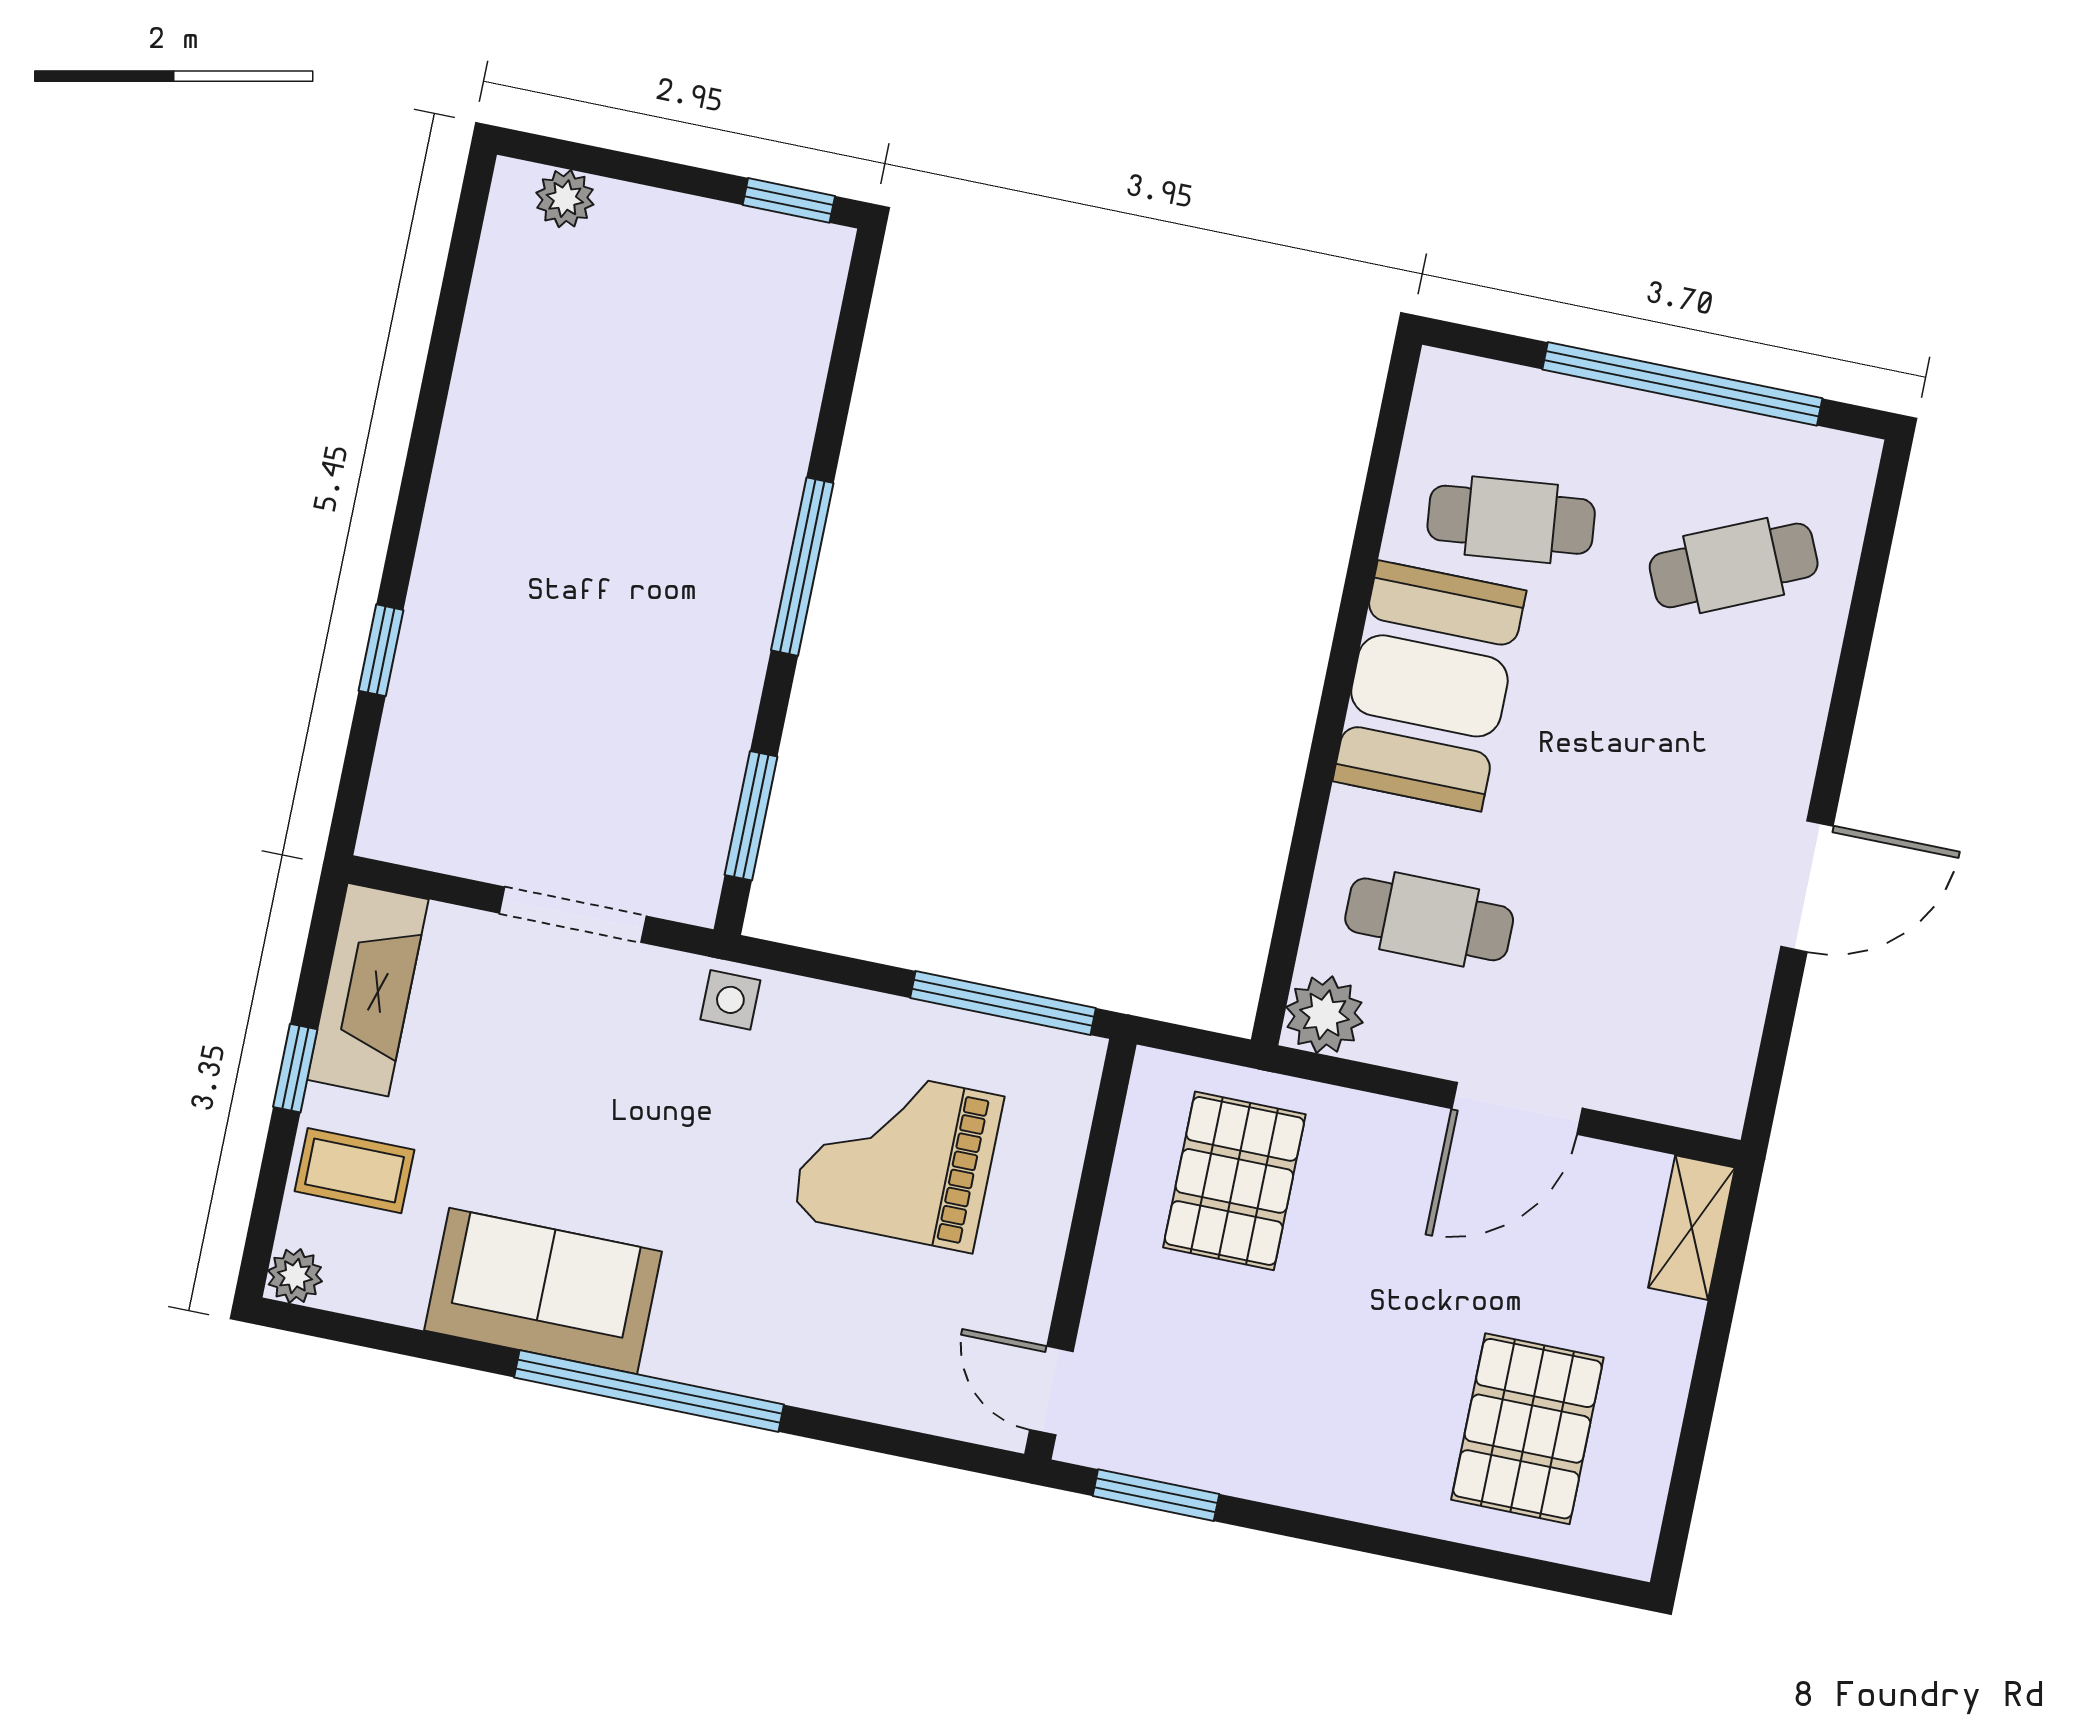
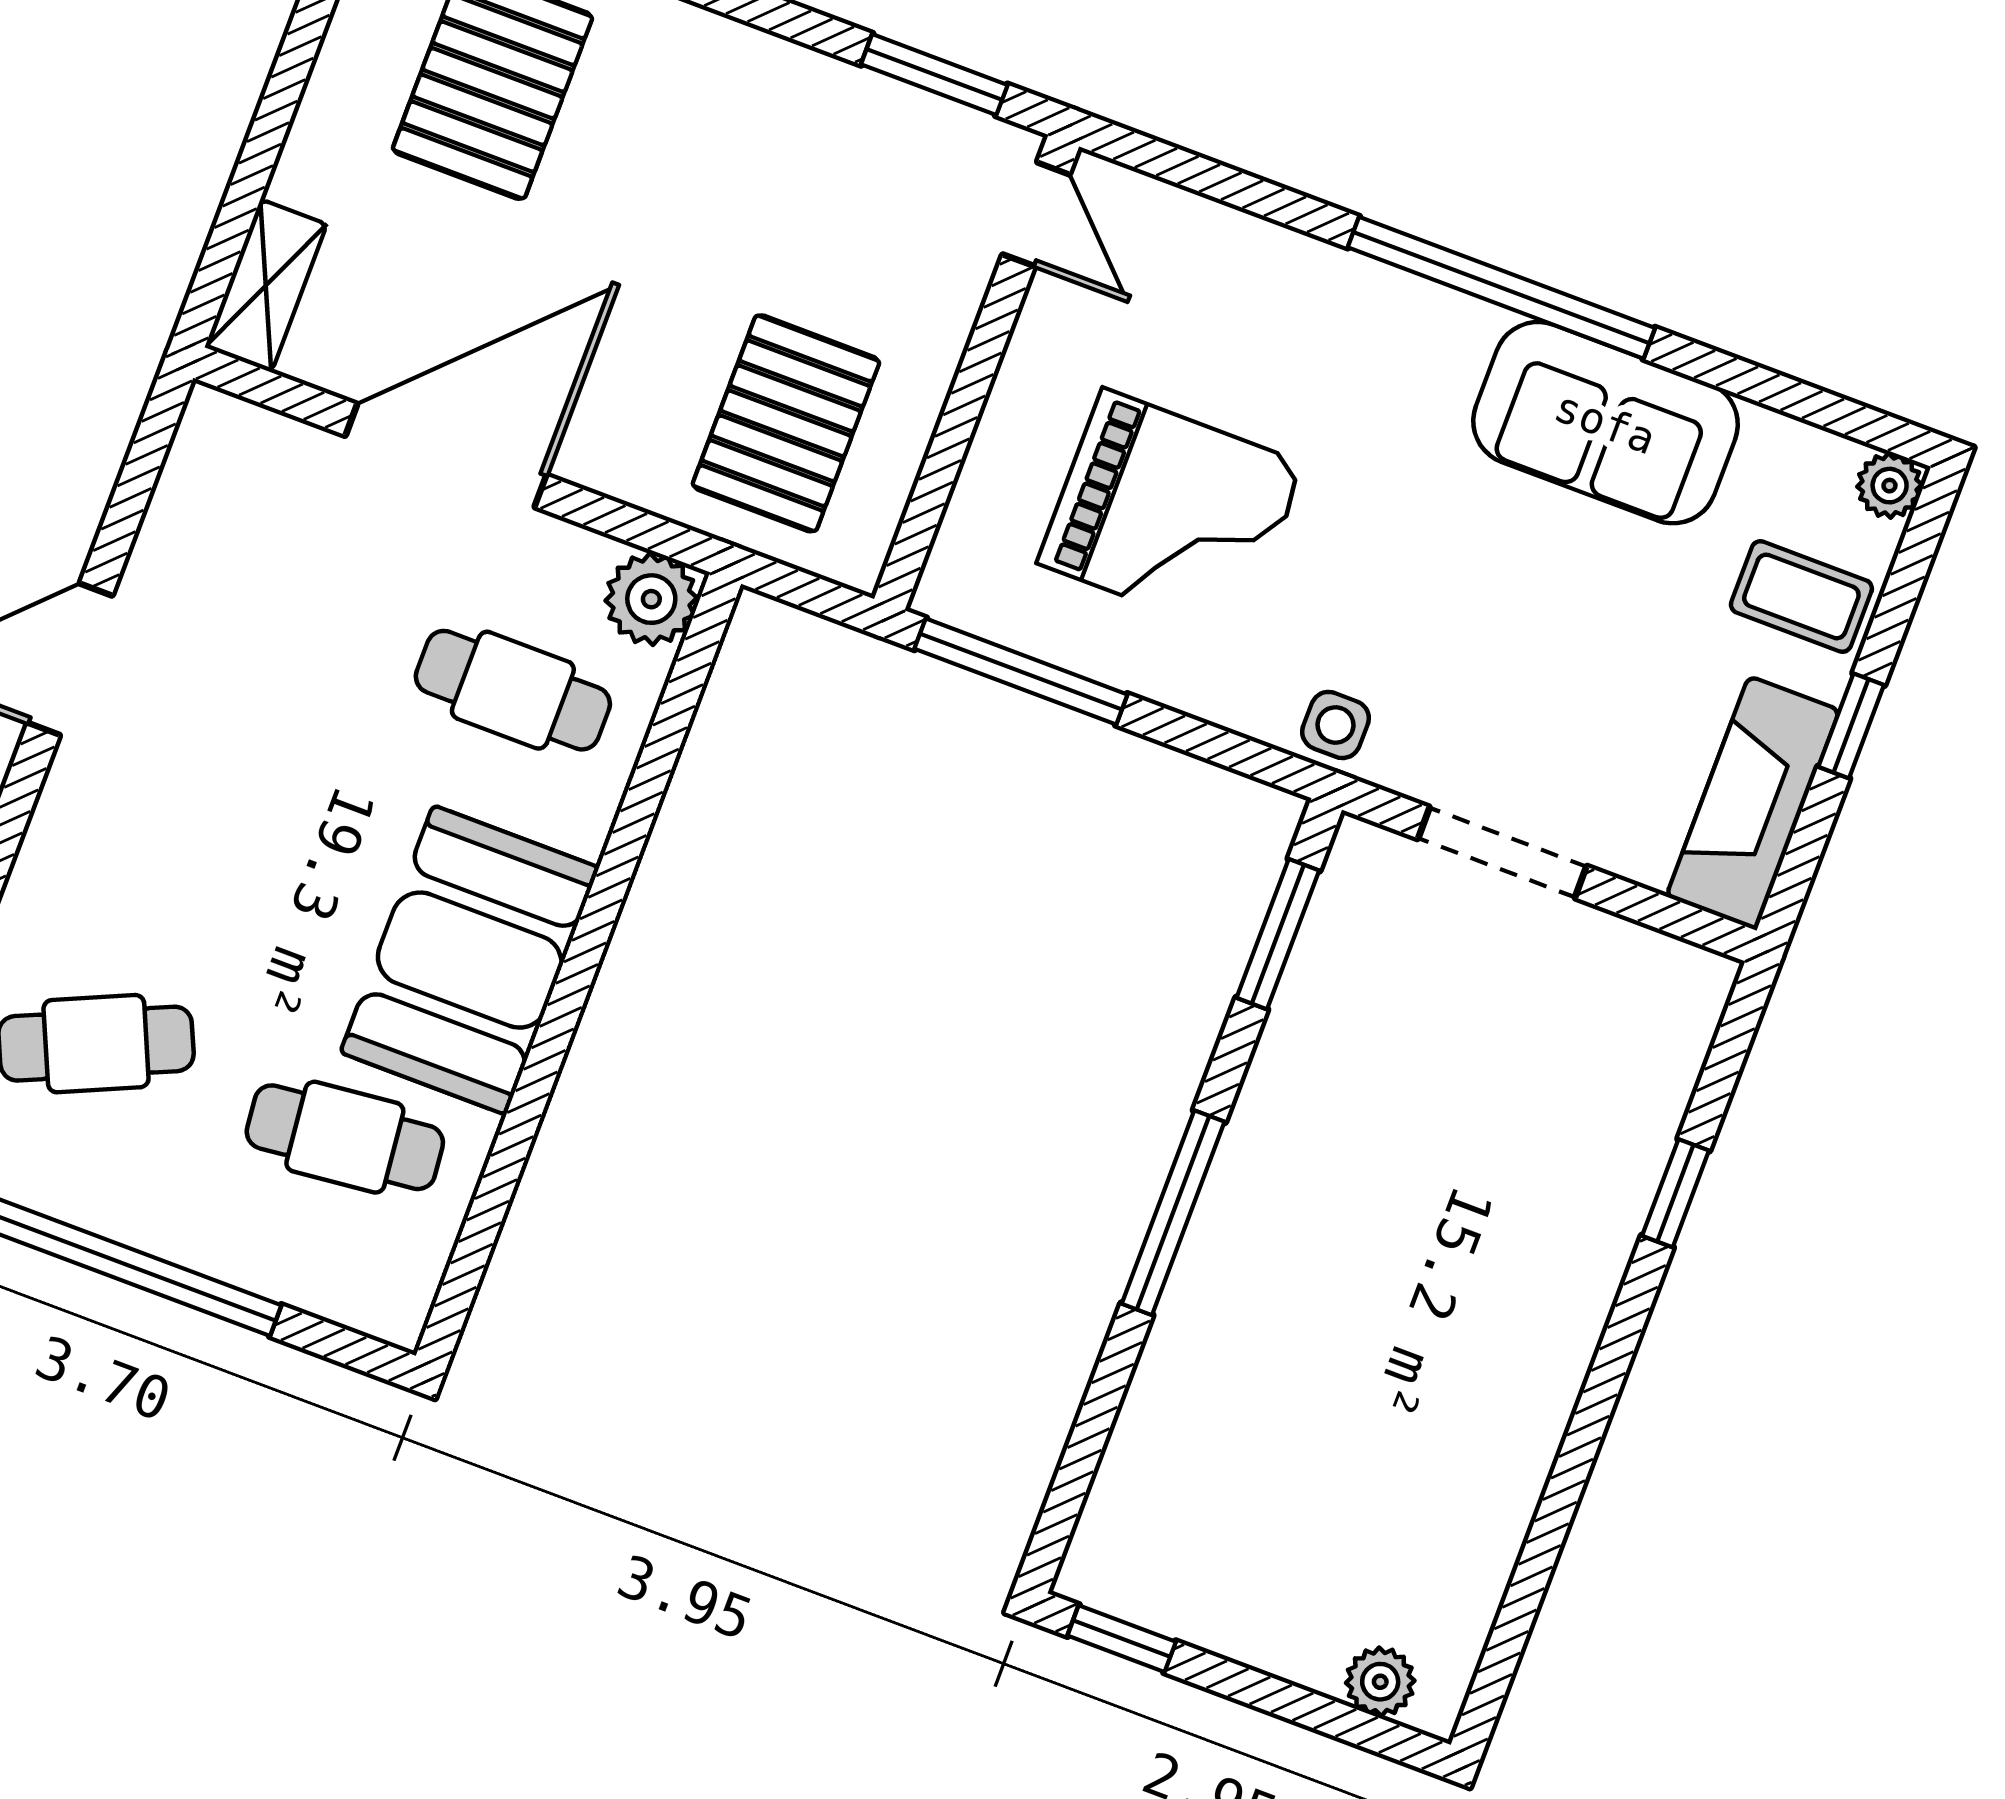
door: (1517, 1108) -> (446, 455), width x1.36

